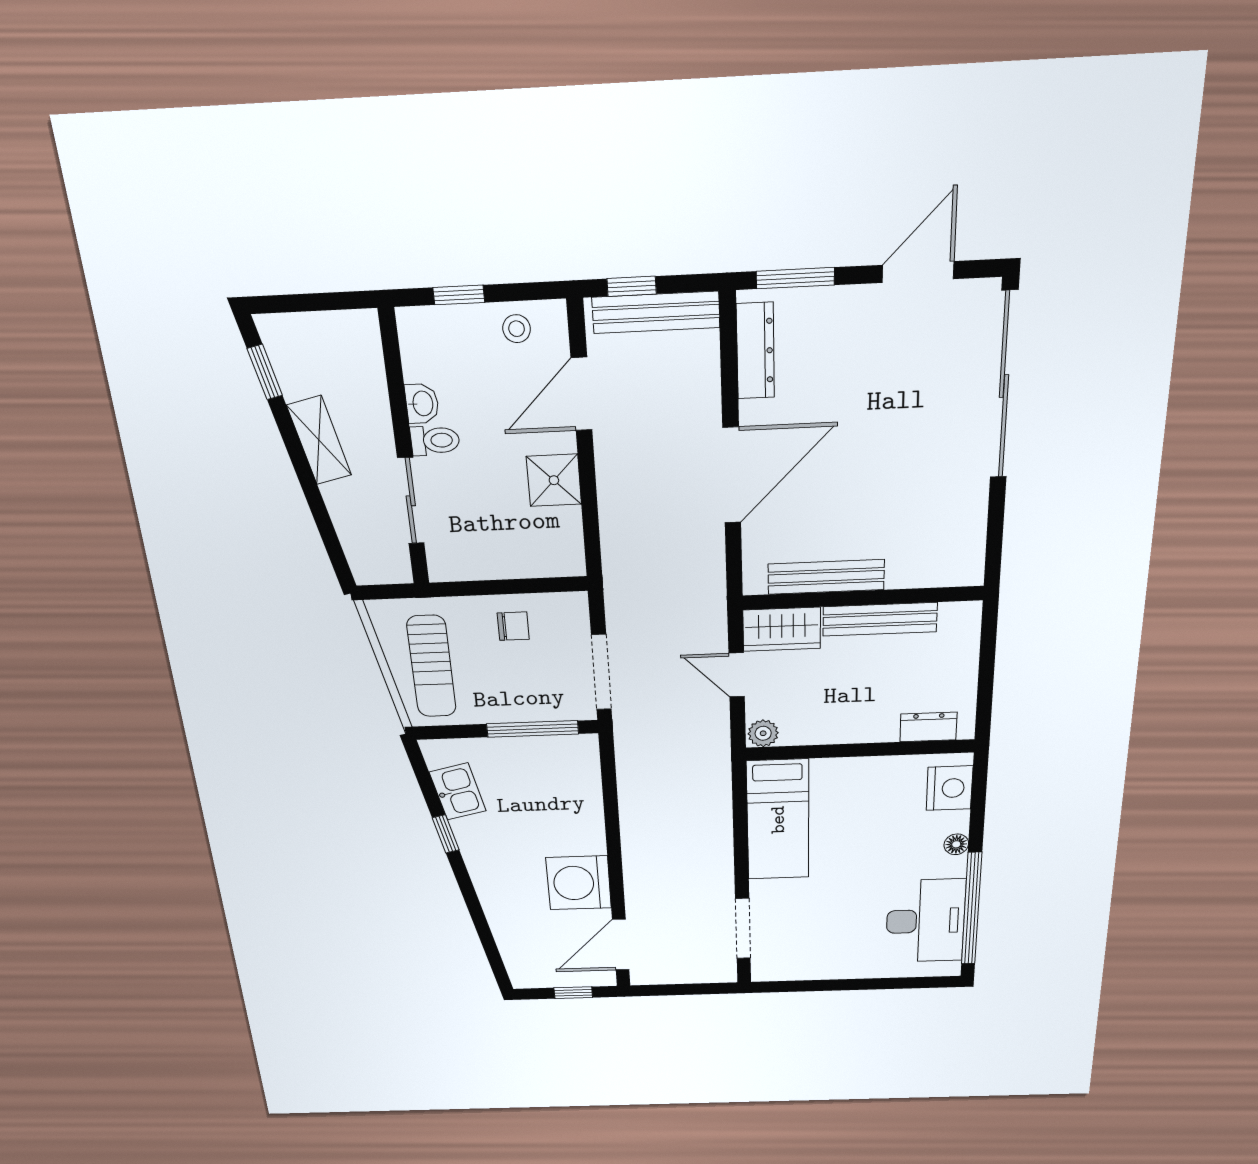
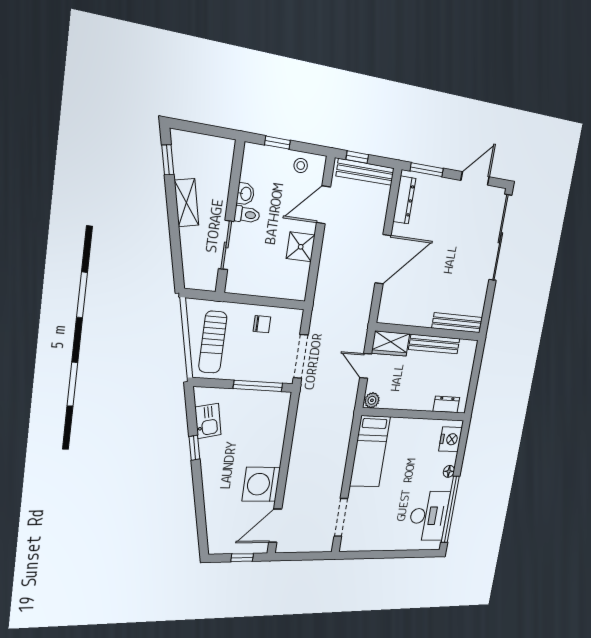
bench: (826, 577) -> (457, 323), moved

